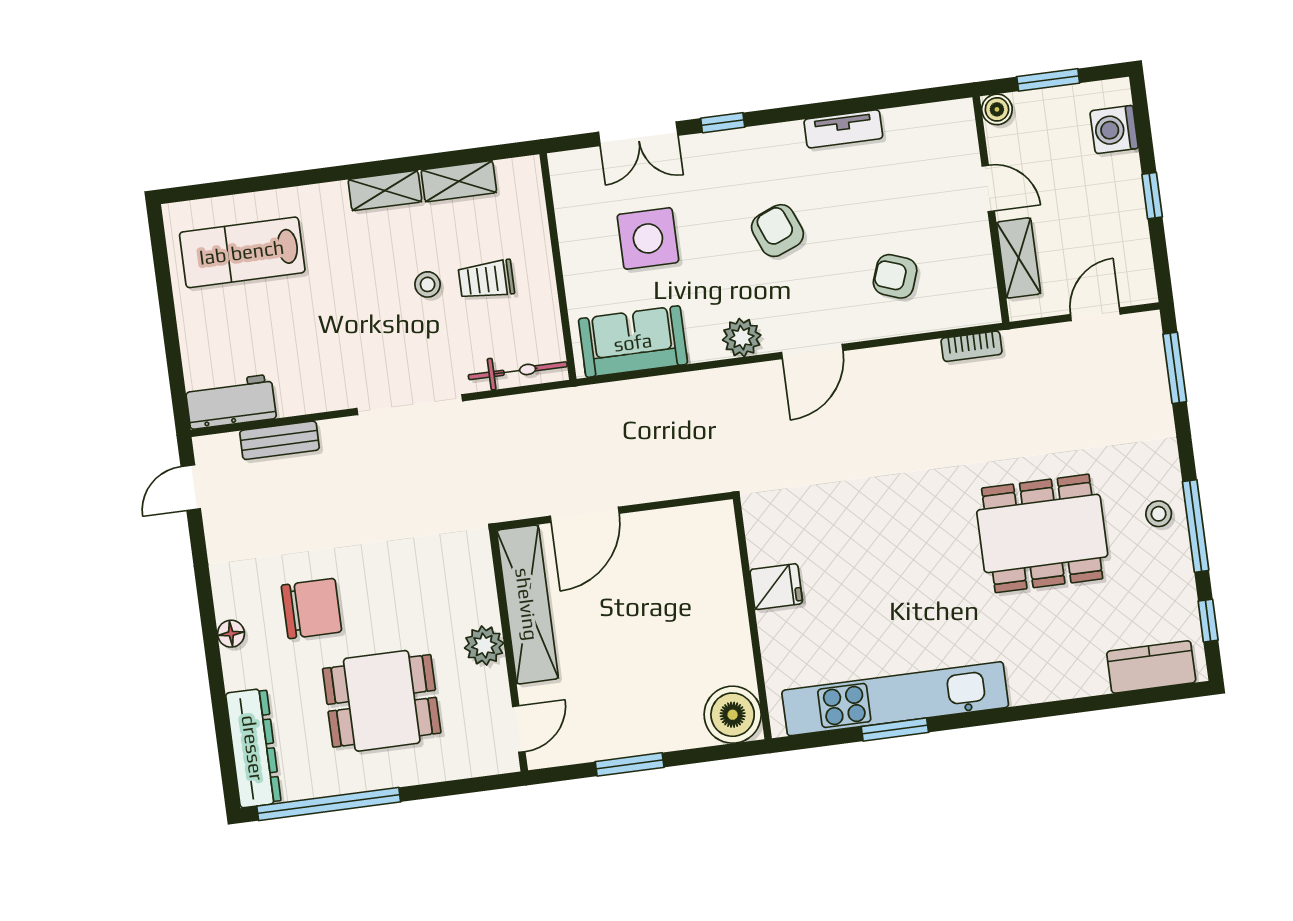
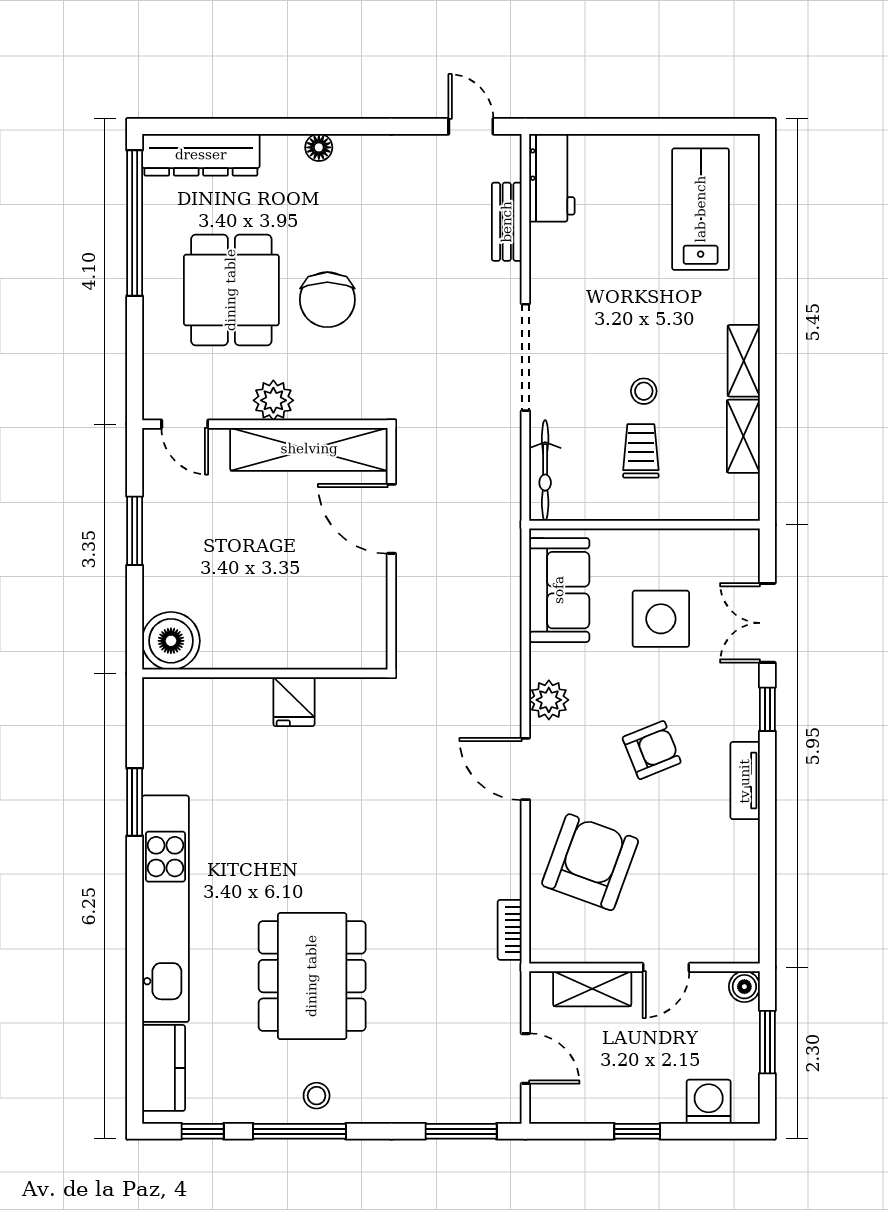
tv unit: (843, 129) -> (745, 781), moved
armchair: (895, 276) -> (590, 862), width x1.88, depth x1.88
chair: (312, 608) -> (327, 300), moved
kitchen unit: (895, 699) -> (165, 909), moved

